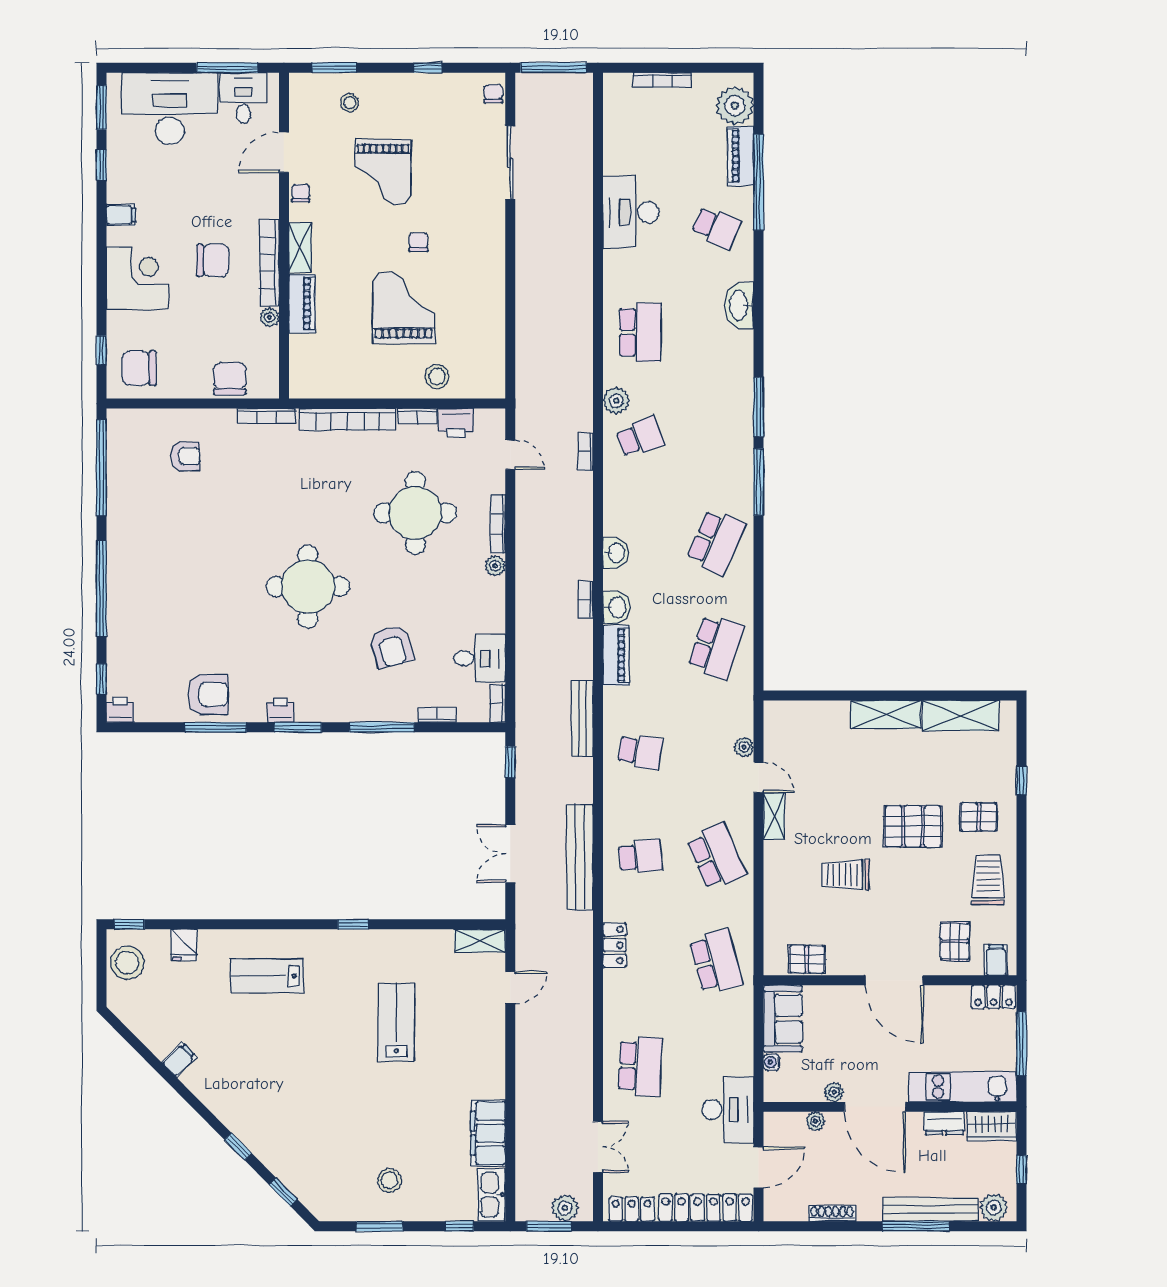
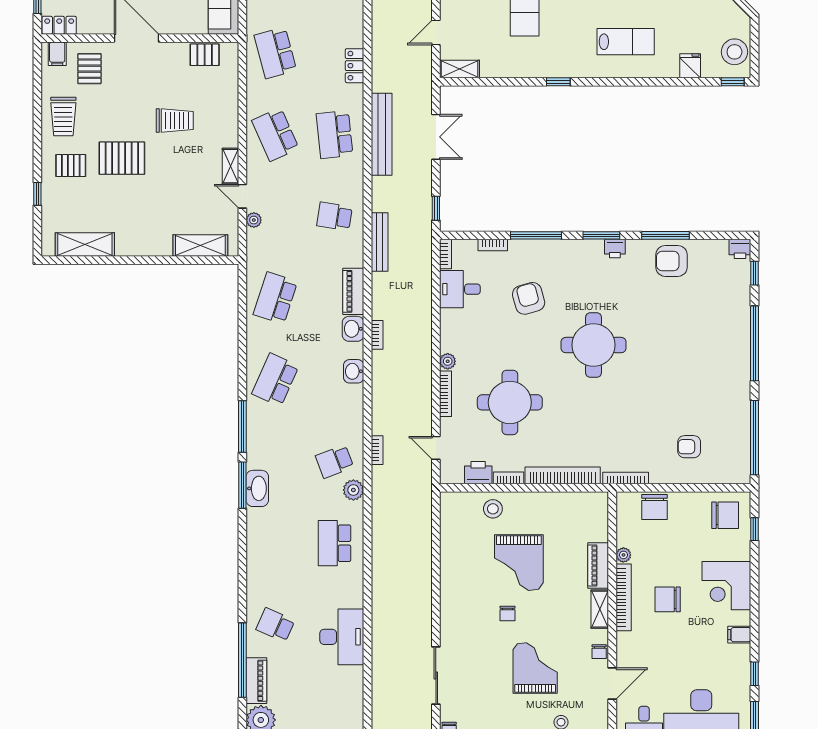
washbasin: (739, 305) -> (257, 488), moved
shelving: (886, 714) -> (200, 245), moved
school desk: (640, 857) -> (334, 135), width x1.85

